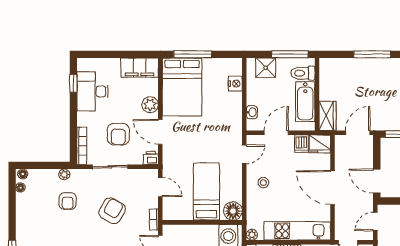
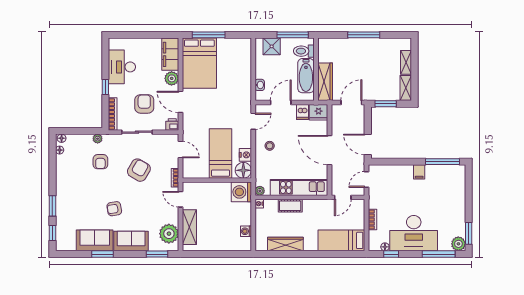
filing cabinet: (140, 68) -> (170, 54), moved, turned 90
window: (73, 83) -> (105, 87), moved
nightstand: (235, 84) -> (245, 155), moved
wardrobe: (328, 116) -> (325, 82), width x1.50
armchair: (118, 134) -> (144, 104), turned 180

